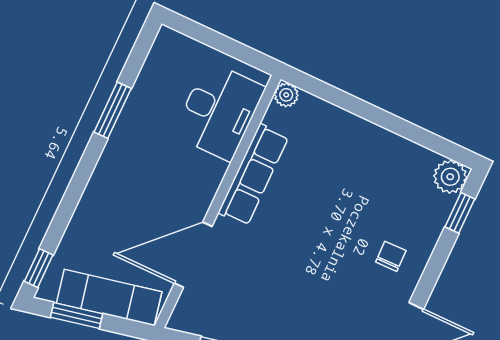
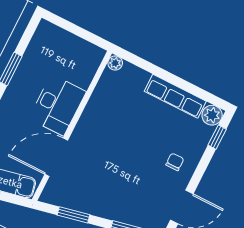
desk: (219, 111) -> (57, 105), moved
row of seats: (253, 175) -> (175, 96), moved, turned 90

